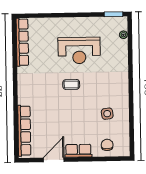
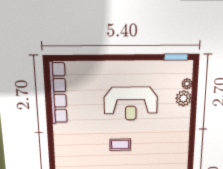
plant: (121, 46) -> (183, 98), added

